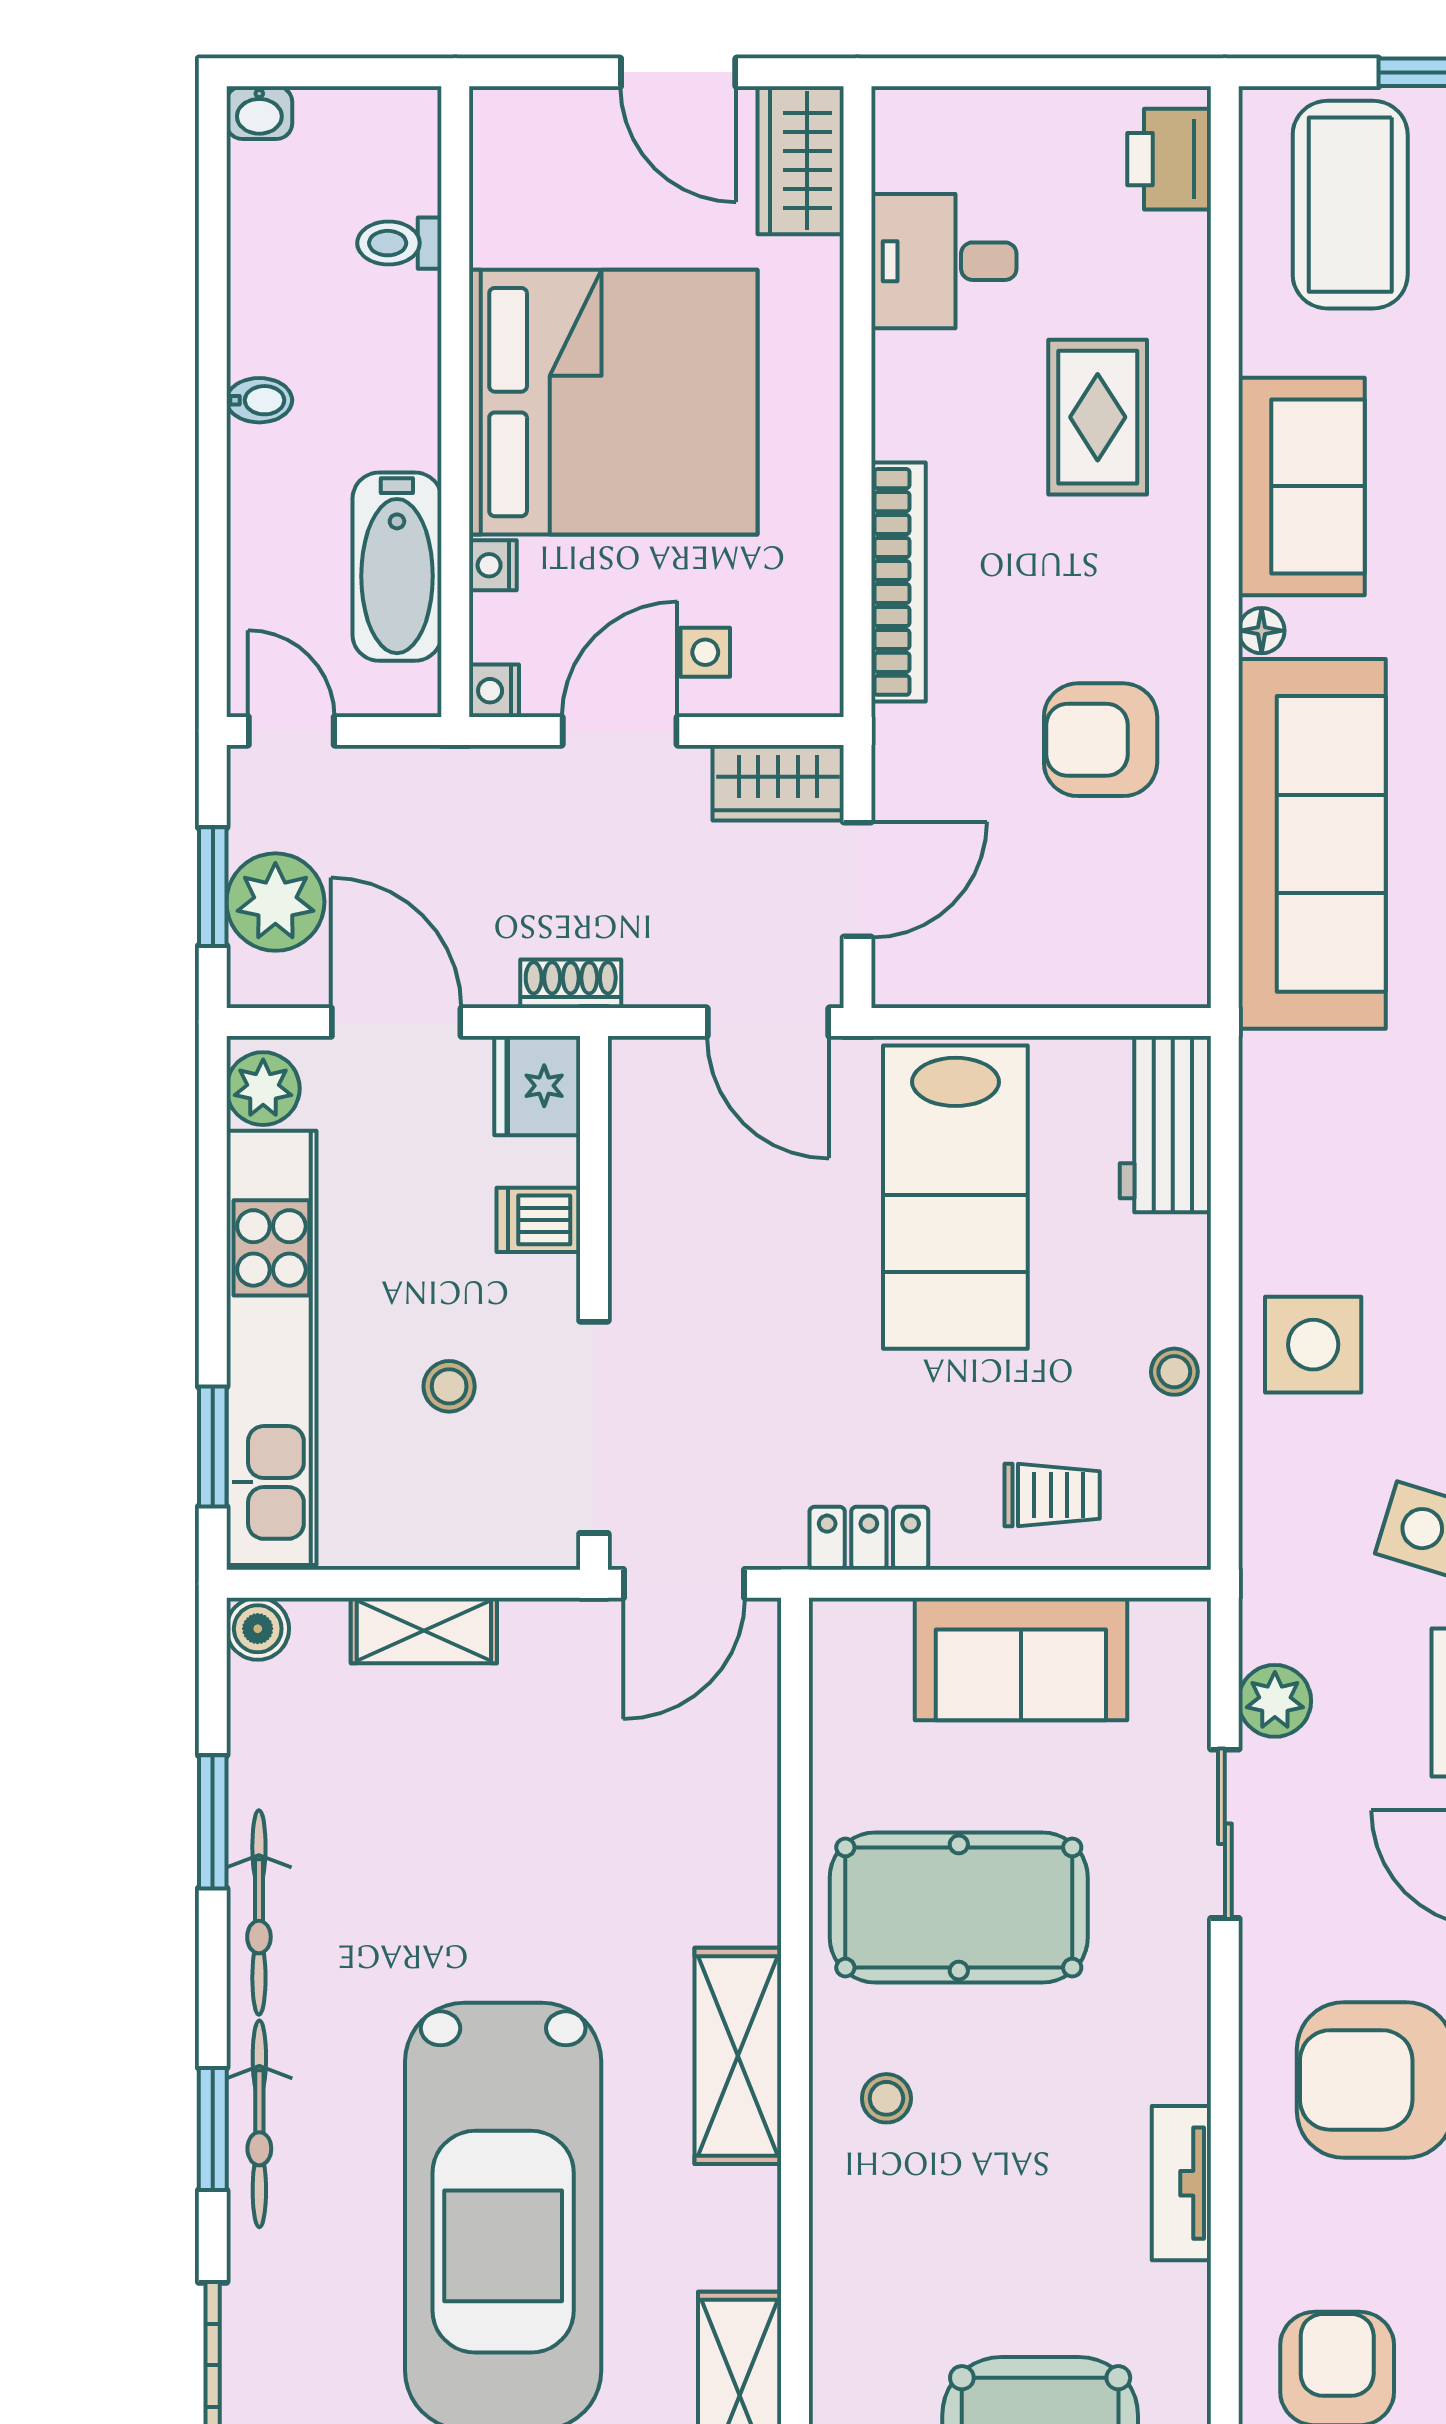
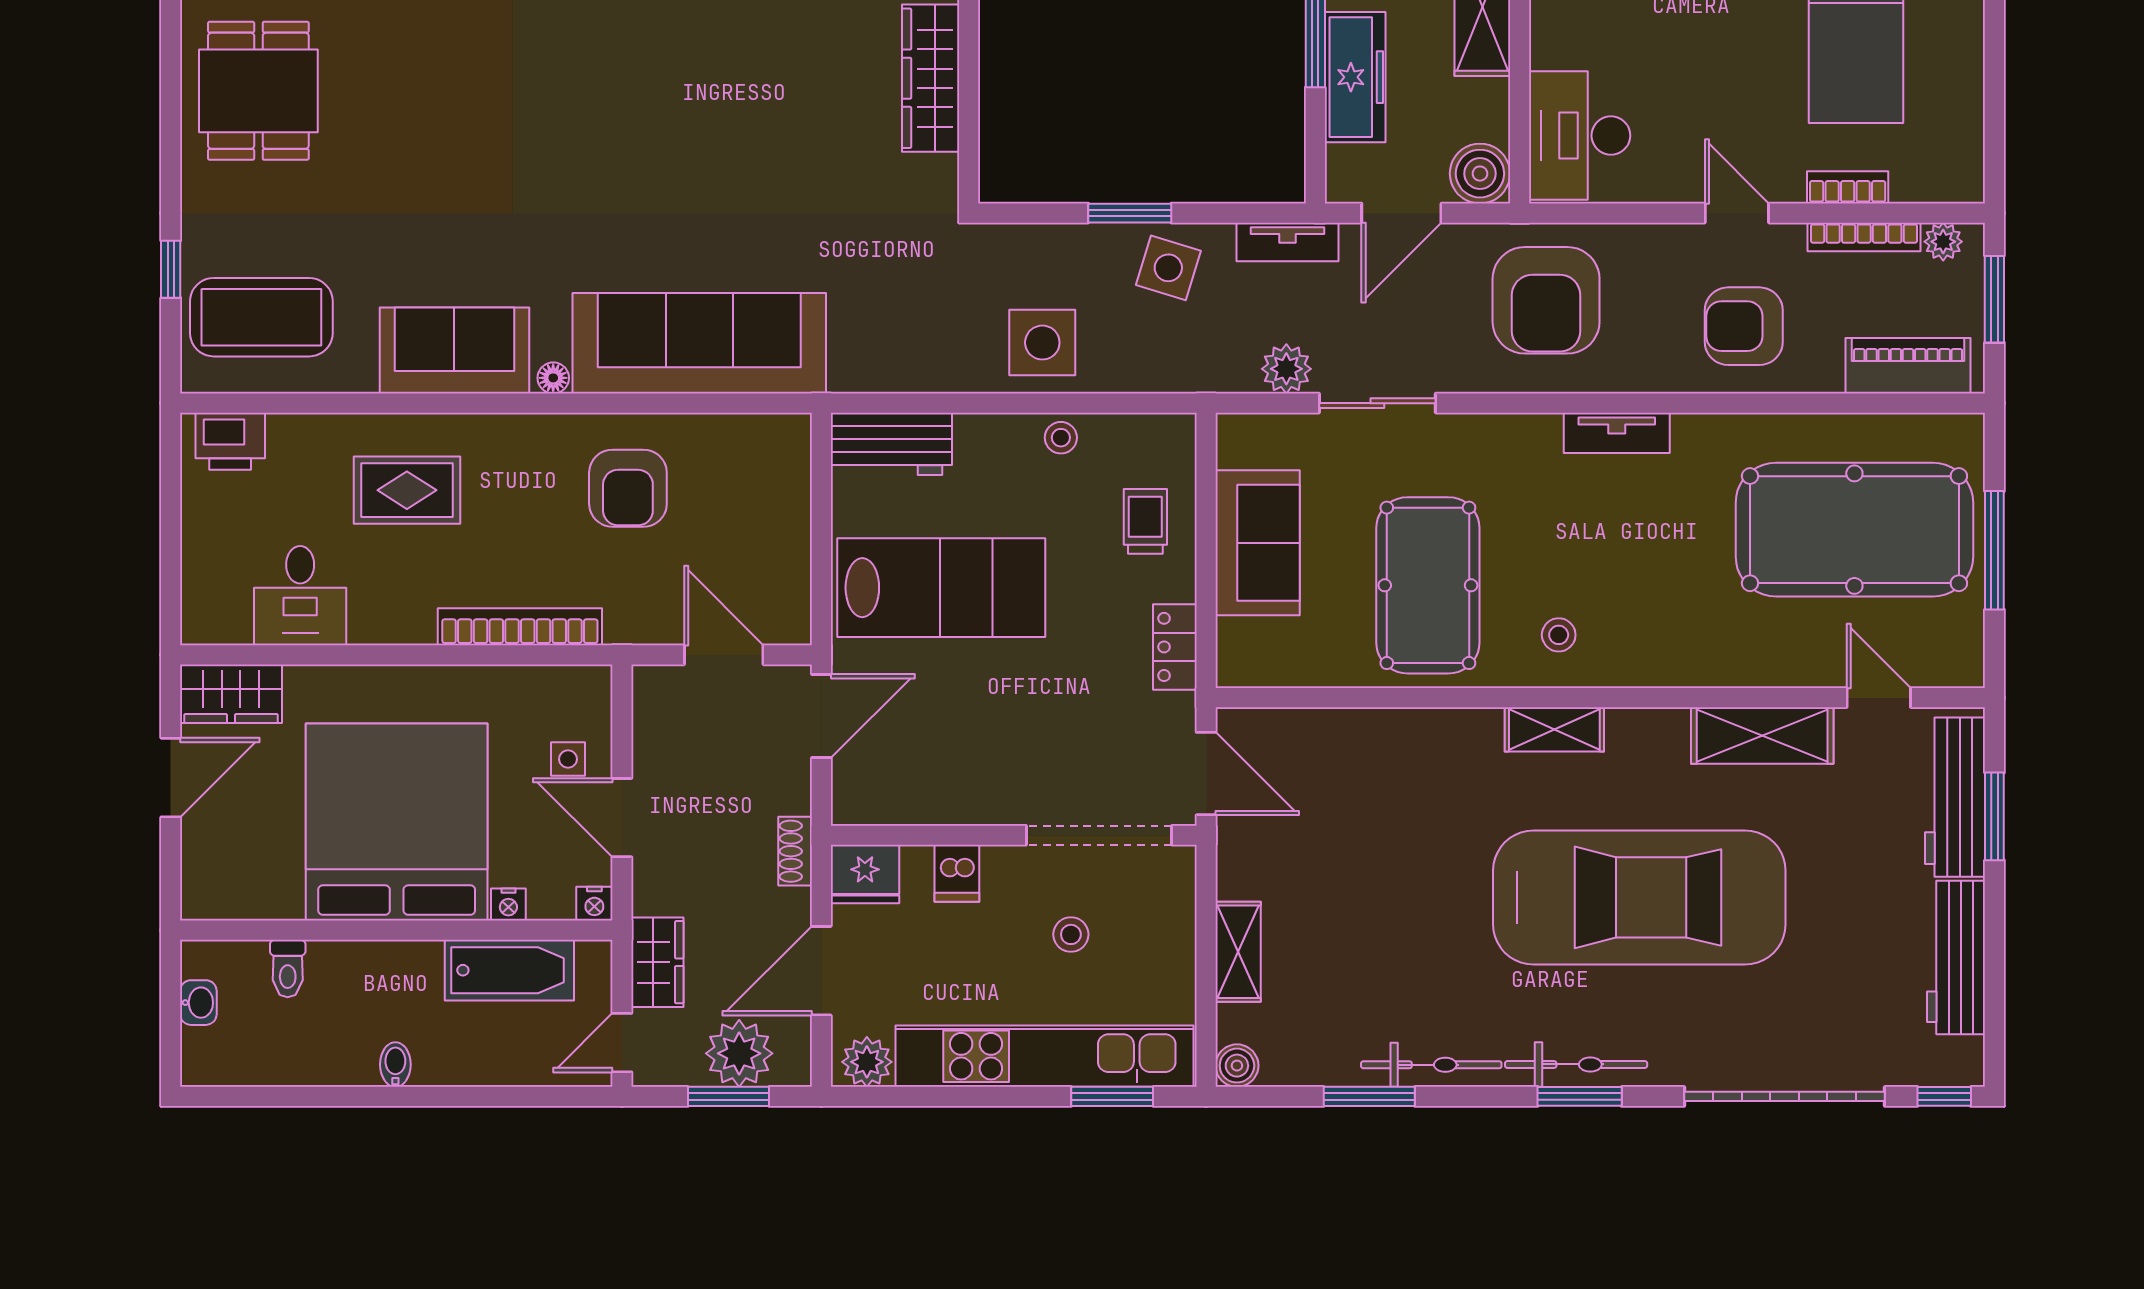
washbasin: (259, 113) -> (198, 1003), moved
wardrobe: (778, 783) -> (657, 962), moved
shelving: (738, 2056) -> (1554, 729), width x0.67, depth x0.75

